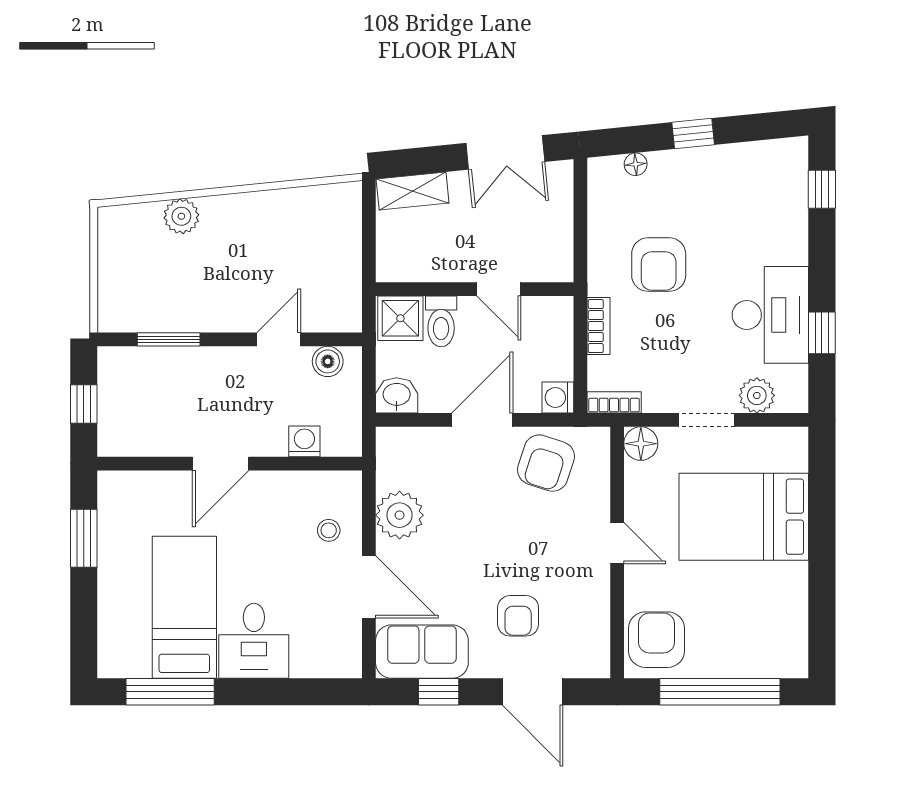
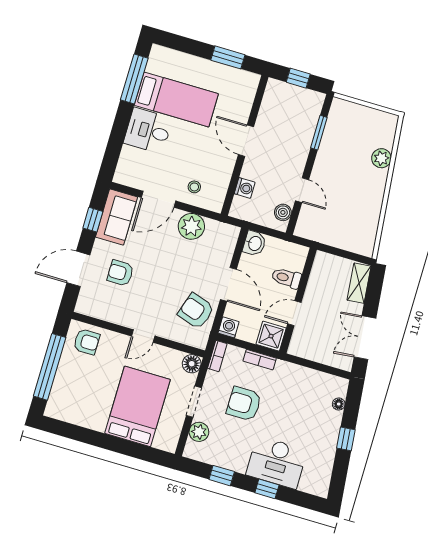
window: (822, 189) -> (267, 489), moved
armchair: (659, 265) -> (244, 404), moved
desk: (770, 315) -> (277, 462), moved
shower: (400, 318) -> (271, 336), moved
armchair: (657, 640) -> (87, 342), width x0.72, depth x0.72

